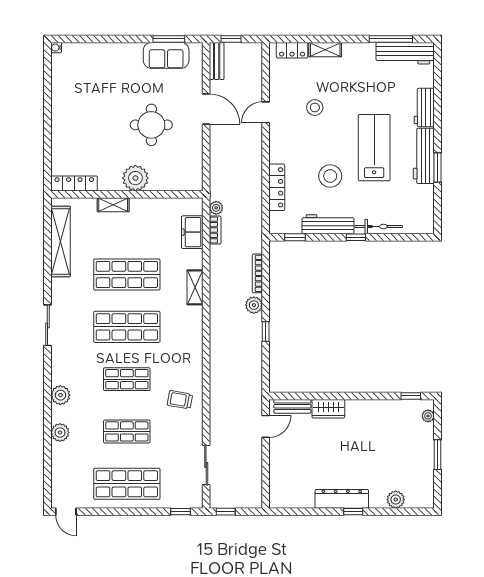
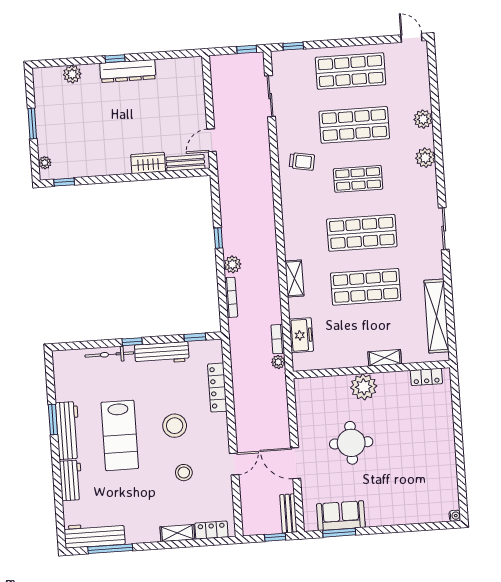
stool: (330, 176) -> (175, 426), moved
locker: (74, 183) -> (426, 377), width x0.66
shop shelf: (127, 431) -> (354, 125), width x1.43, depth x1.36

